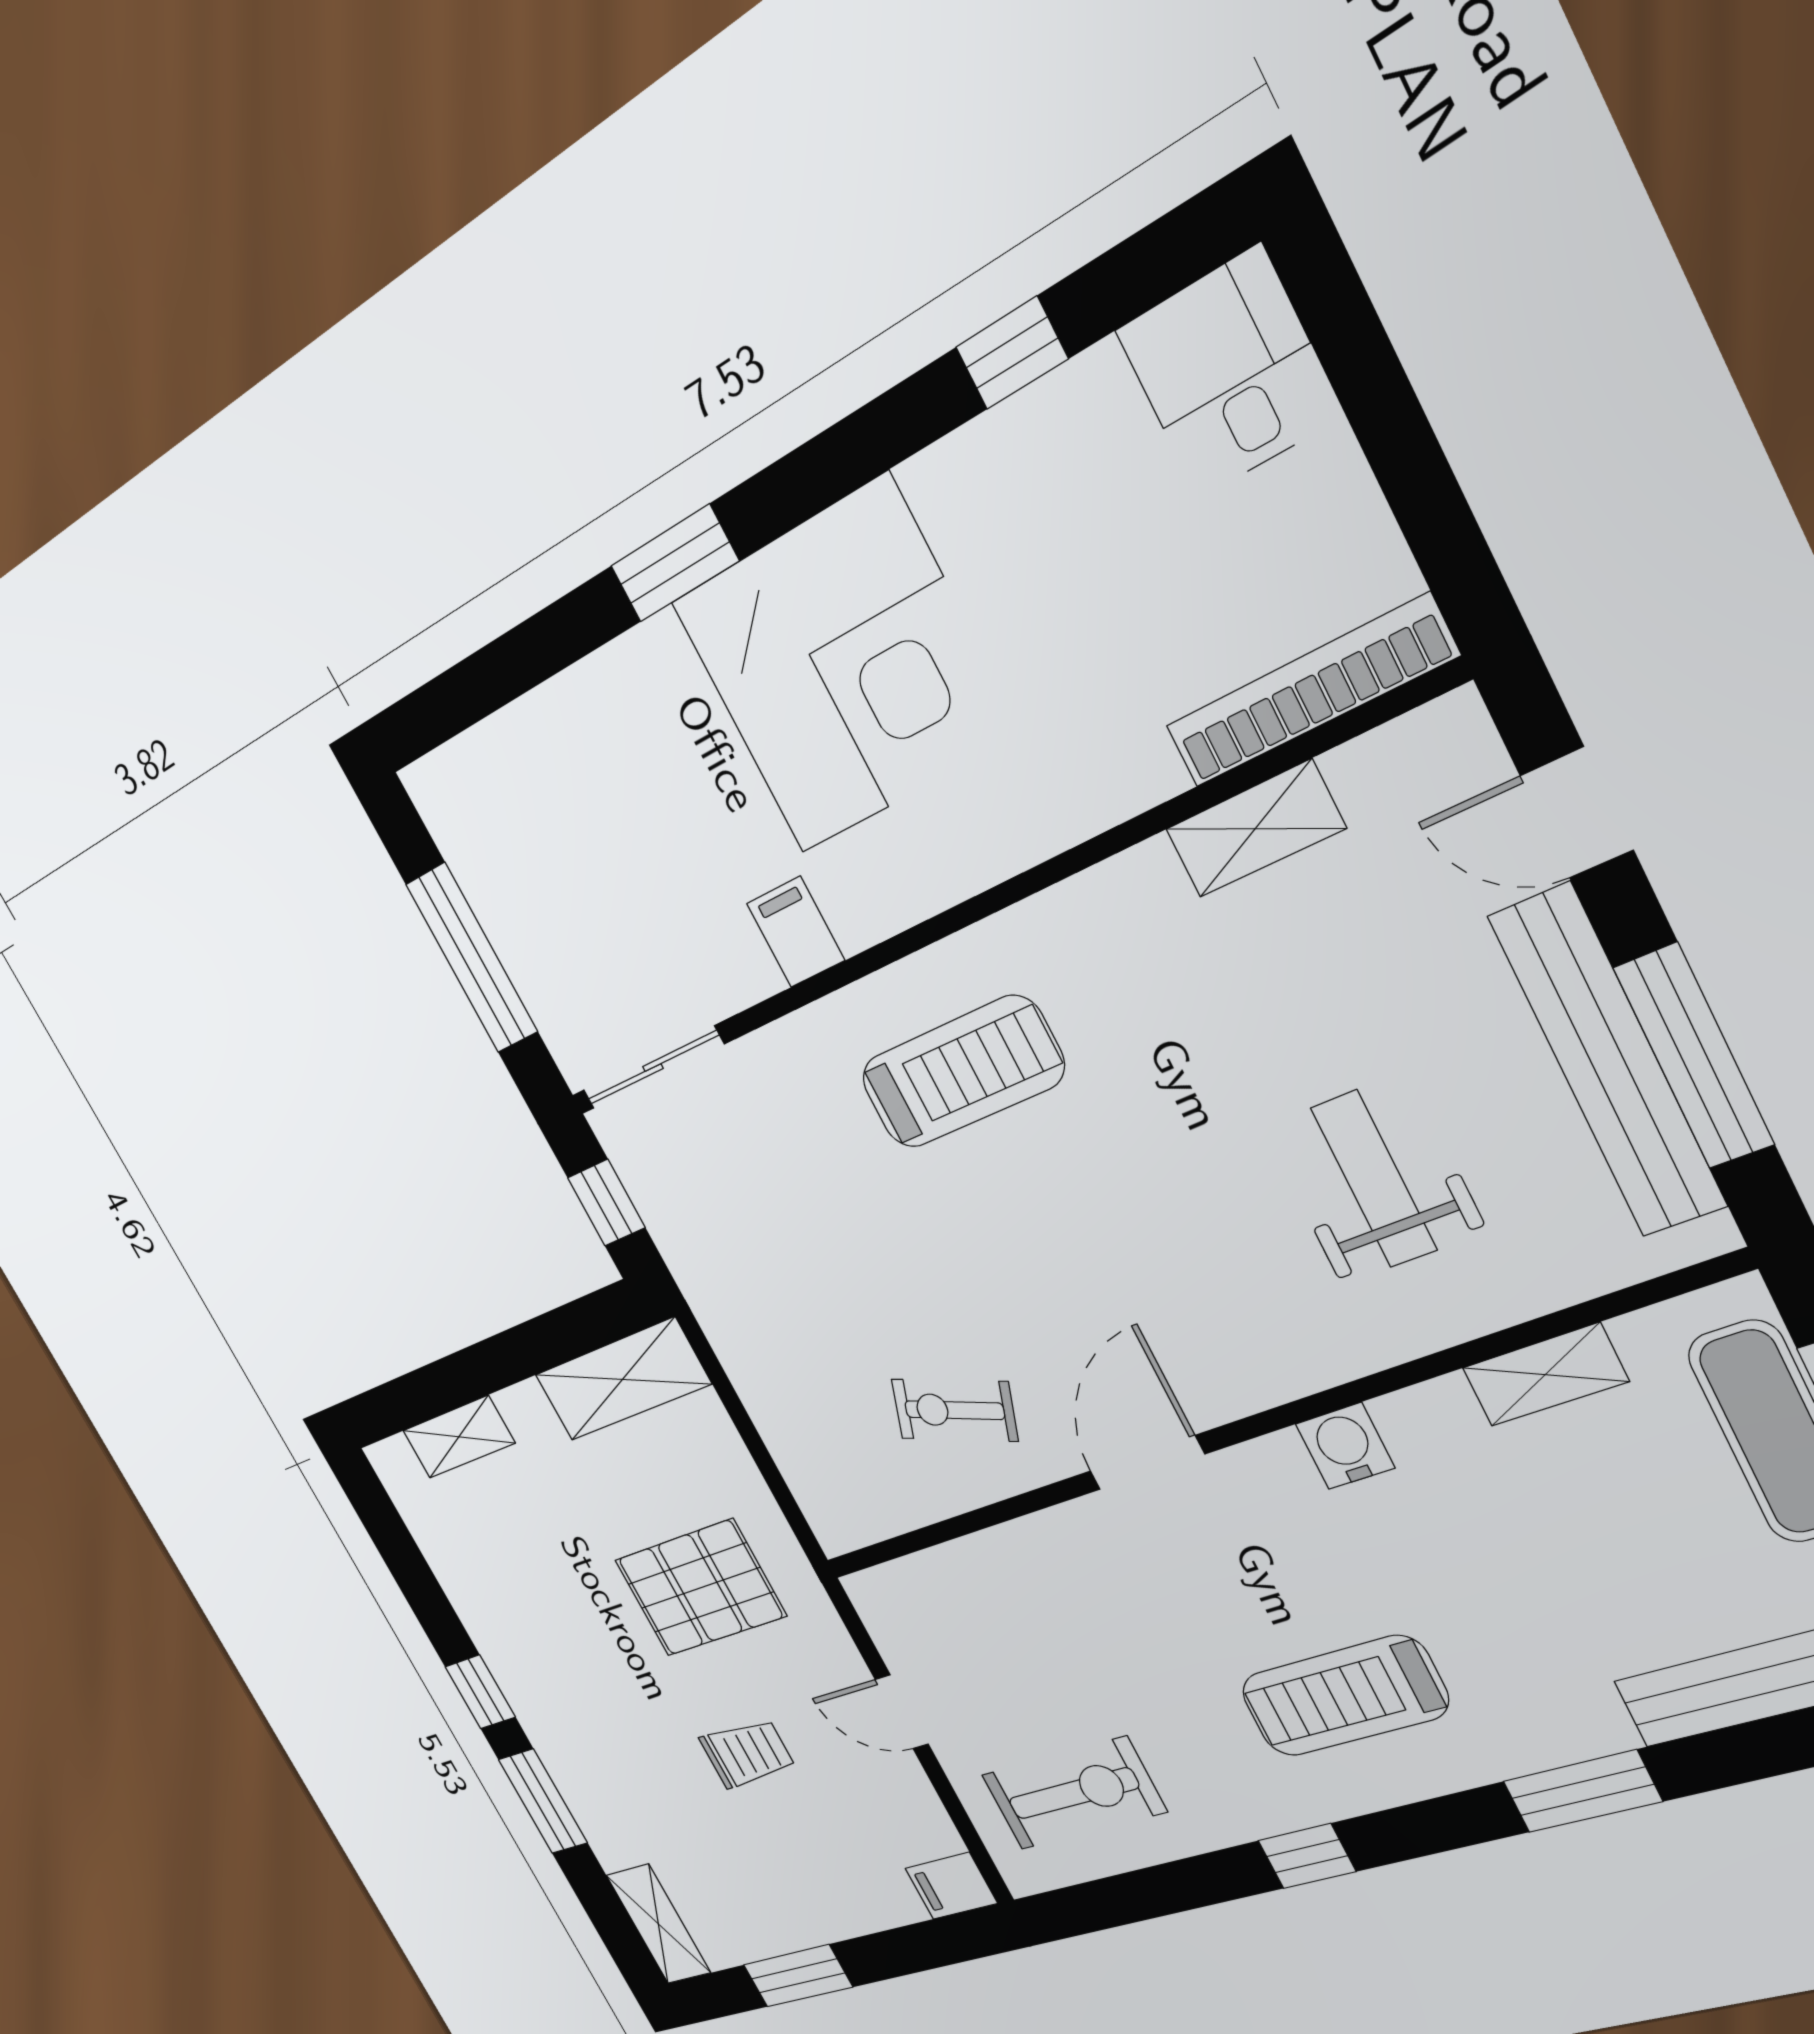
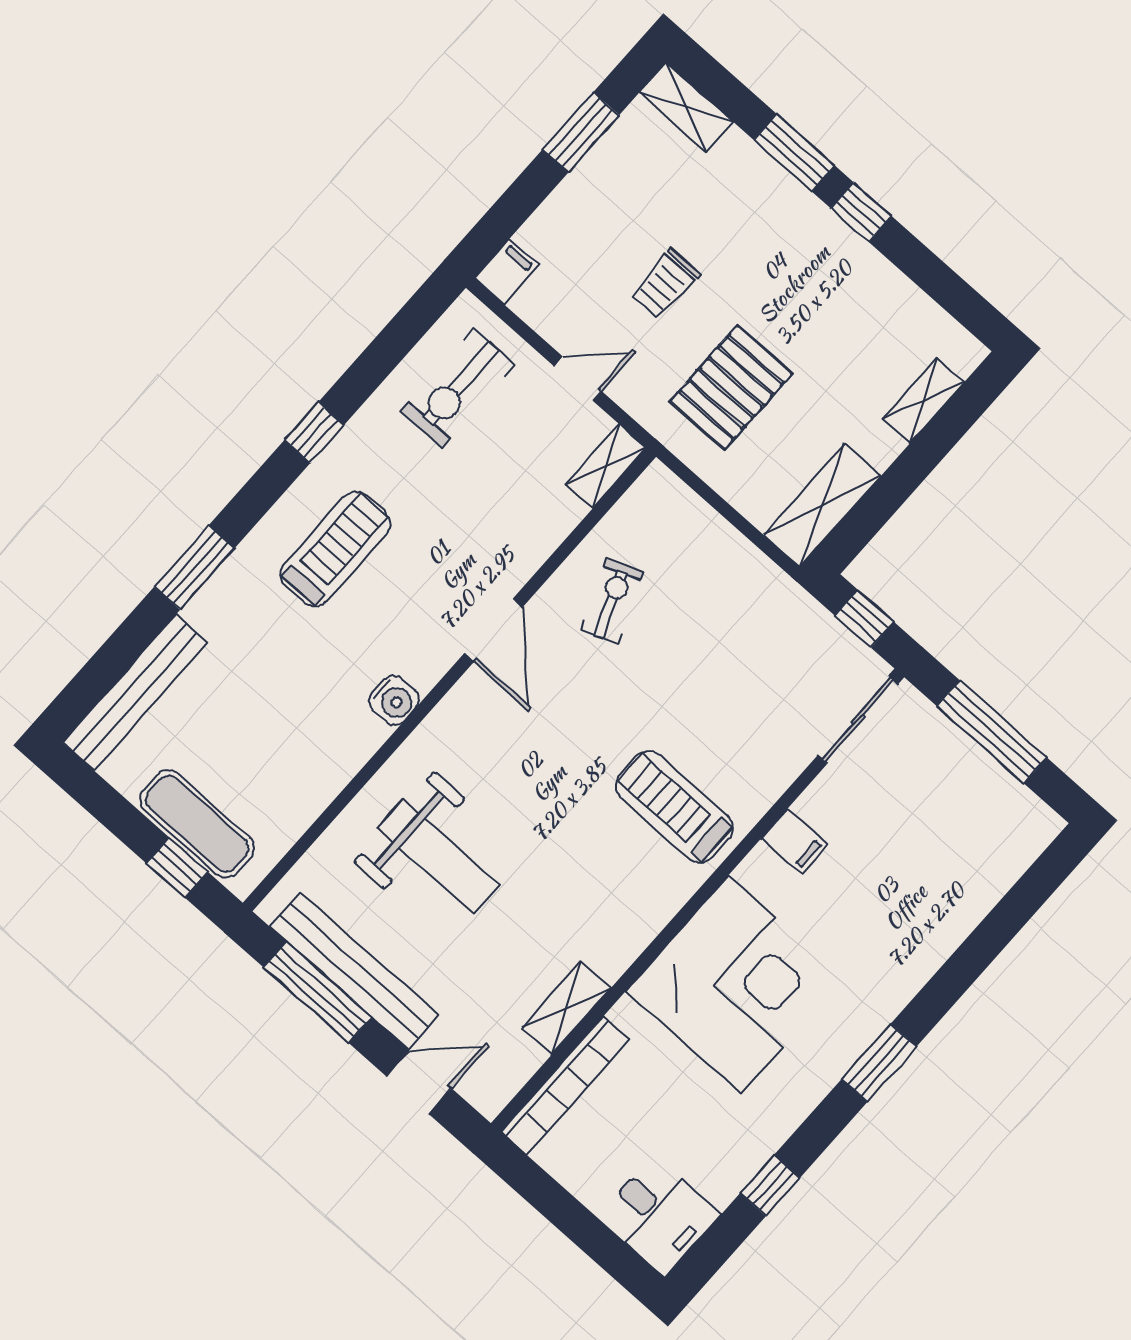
window: (675, 563) -> (879, 1063), moved
corner desk: (844, 667) -> (735, 984), moved, turned 180
treadmill: (962, 1072) -> (674, 807), turned 90
weight bench: (1374, 1179) -> (438, 856), width x1.36, depth x1.33
shelving: (1545, 1375) -> (606, 466), moved
exercise bike: (955, 1410) -> (612, 601), turned -42

